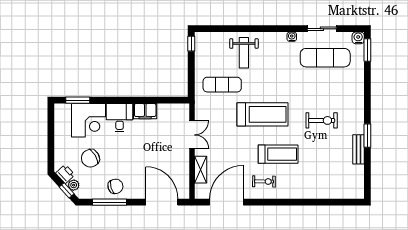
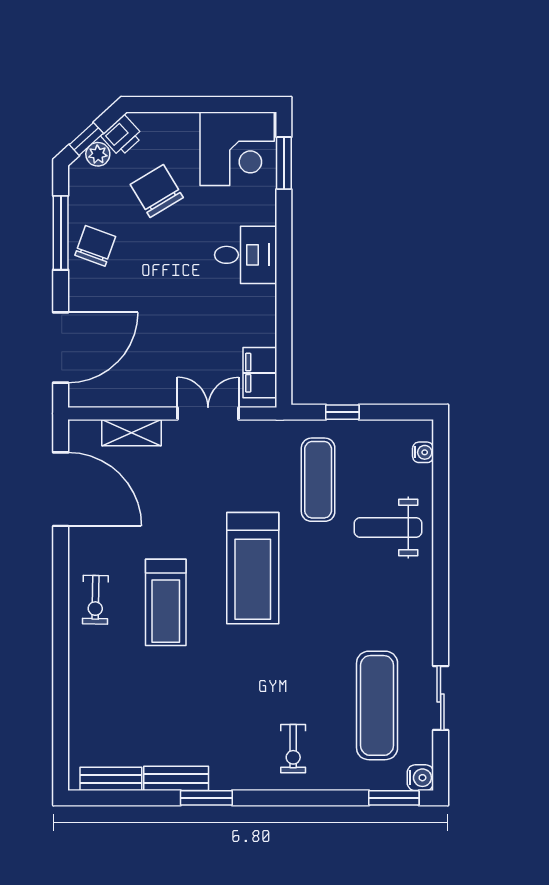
water cooler: (292, 37) -> (423, 452), moved
window: (191, 44) -> (342, 412), moved
filing cabinet: (145, 111) -> (260, 373), moved
corner desk: (89, 120) -> (237, 149), moved, turned -90
exercise bike: (322, 120) -> (293, 749), moved, width x0.73, depth x0.72
double door: (192, 135) -> (208, 413), swing flipped
bench: (359, 179) -> (111, 779), added
exercise bike: (264, 181) -> (95, 600), moved
chair: (115, 186) -> (95, 246), turned -144

